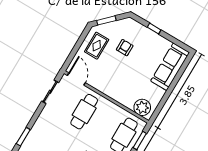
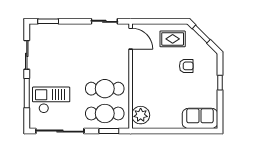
sofa: (170, 67) -> (200, 118), width x0.73
door: (76, 79) -> (131, 39), hinge flipped
cafe table: (84, 112) -> (105, 89), moved

